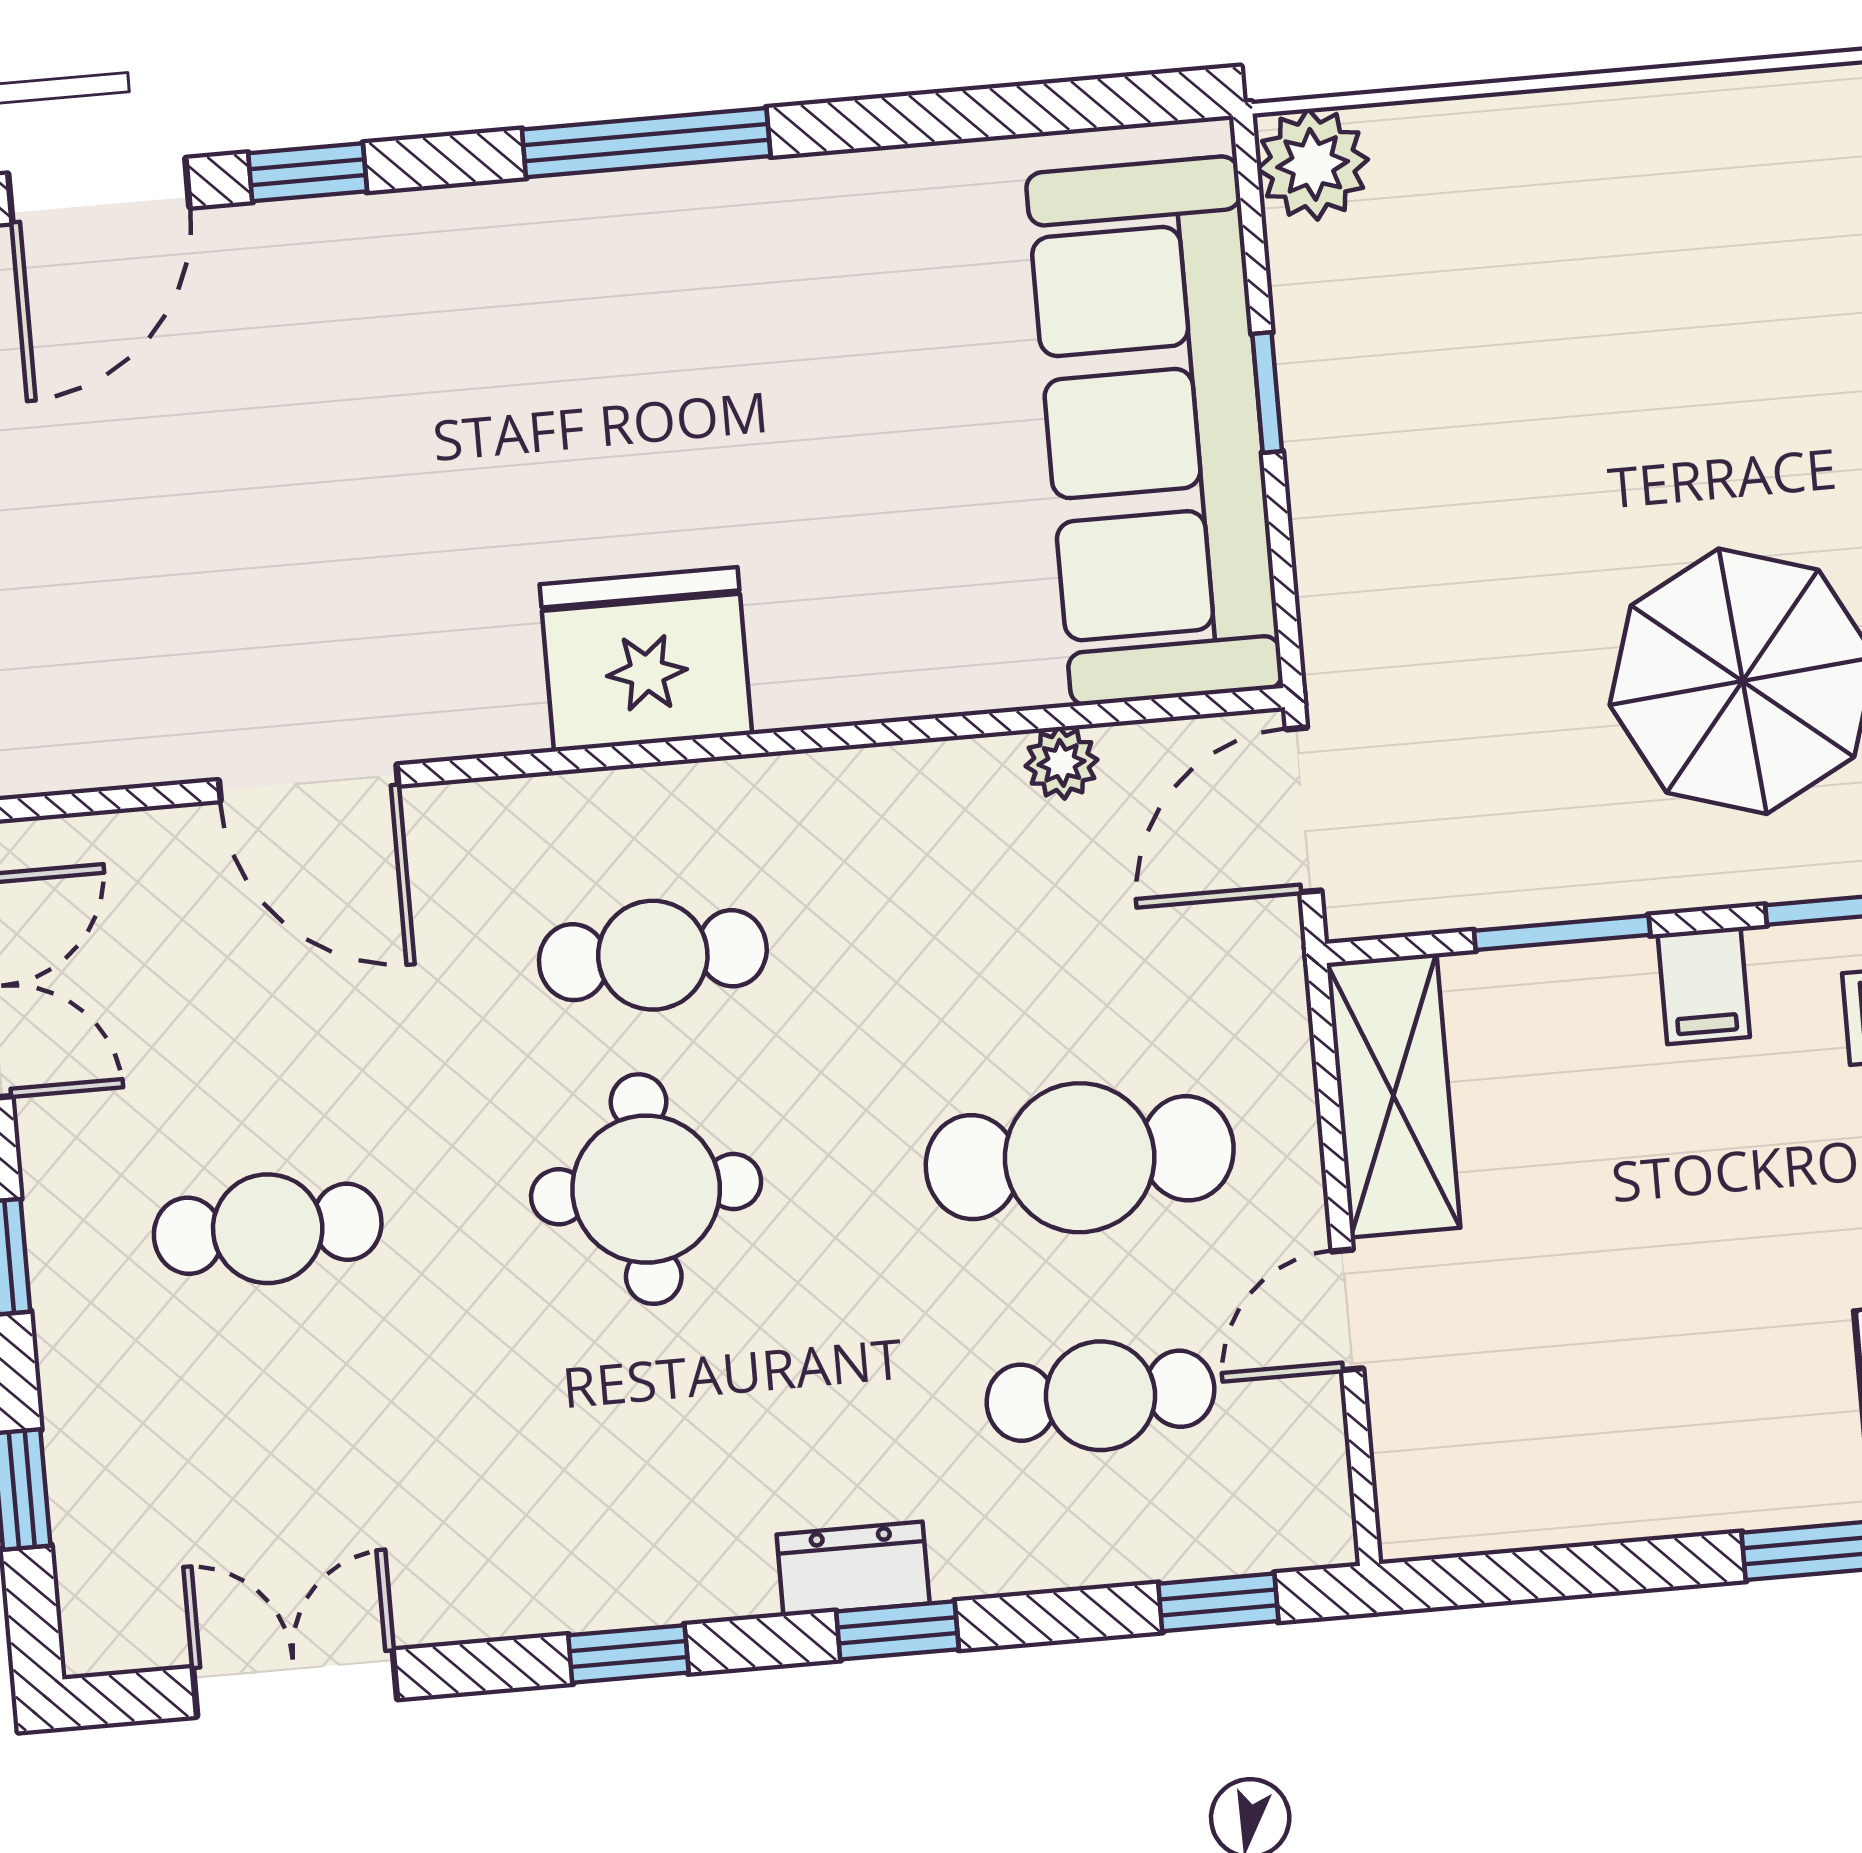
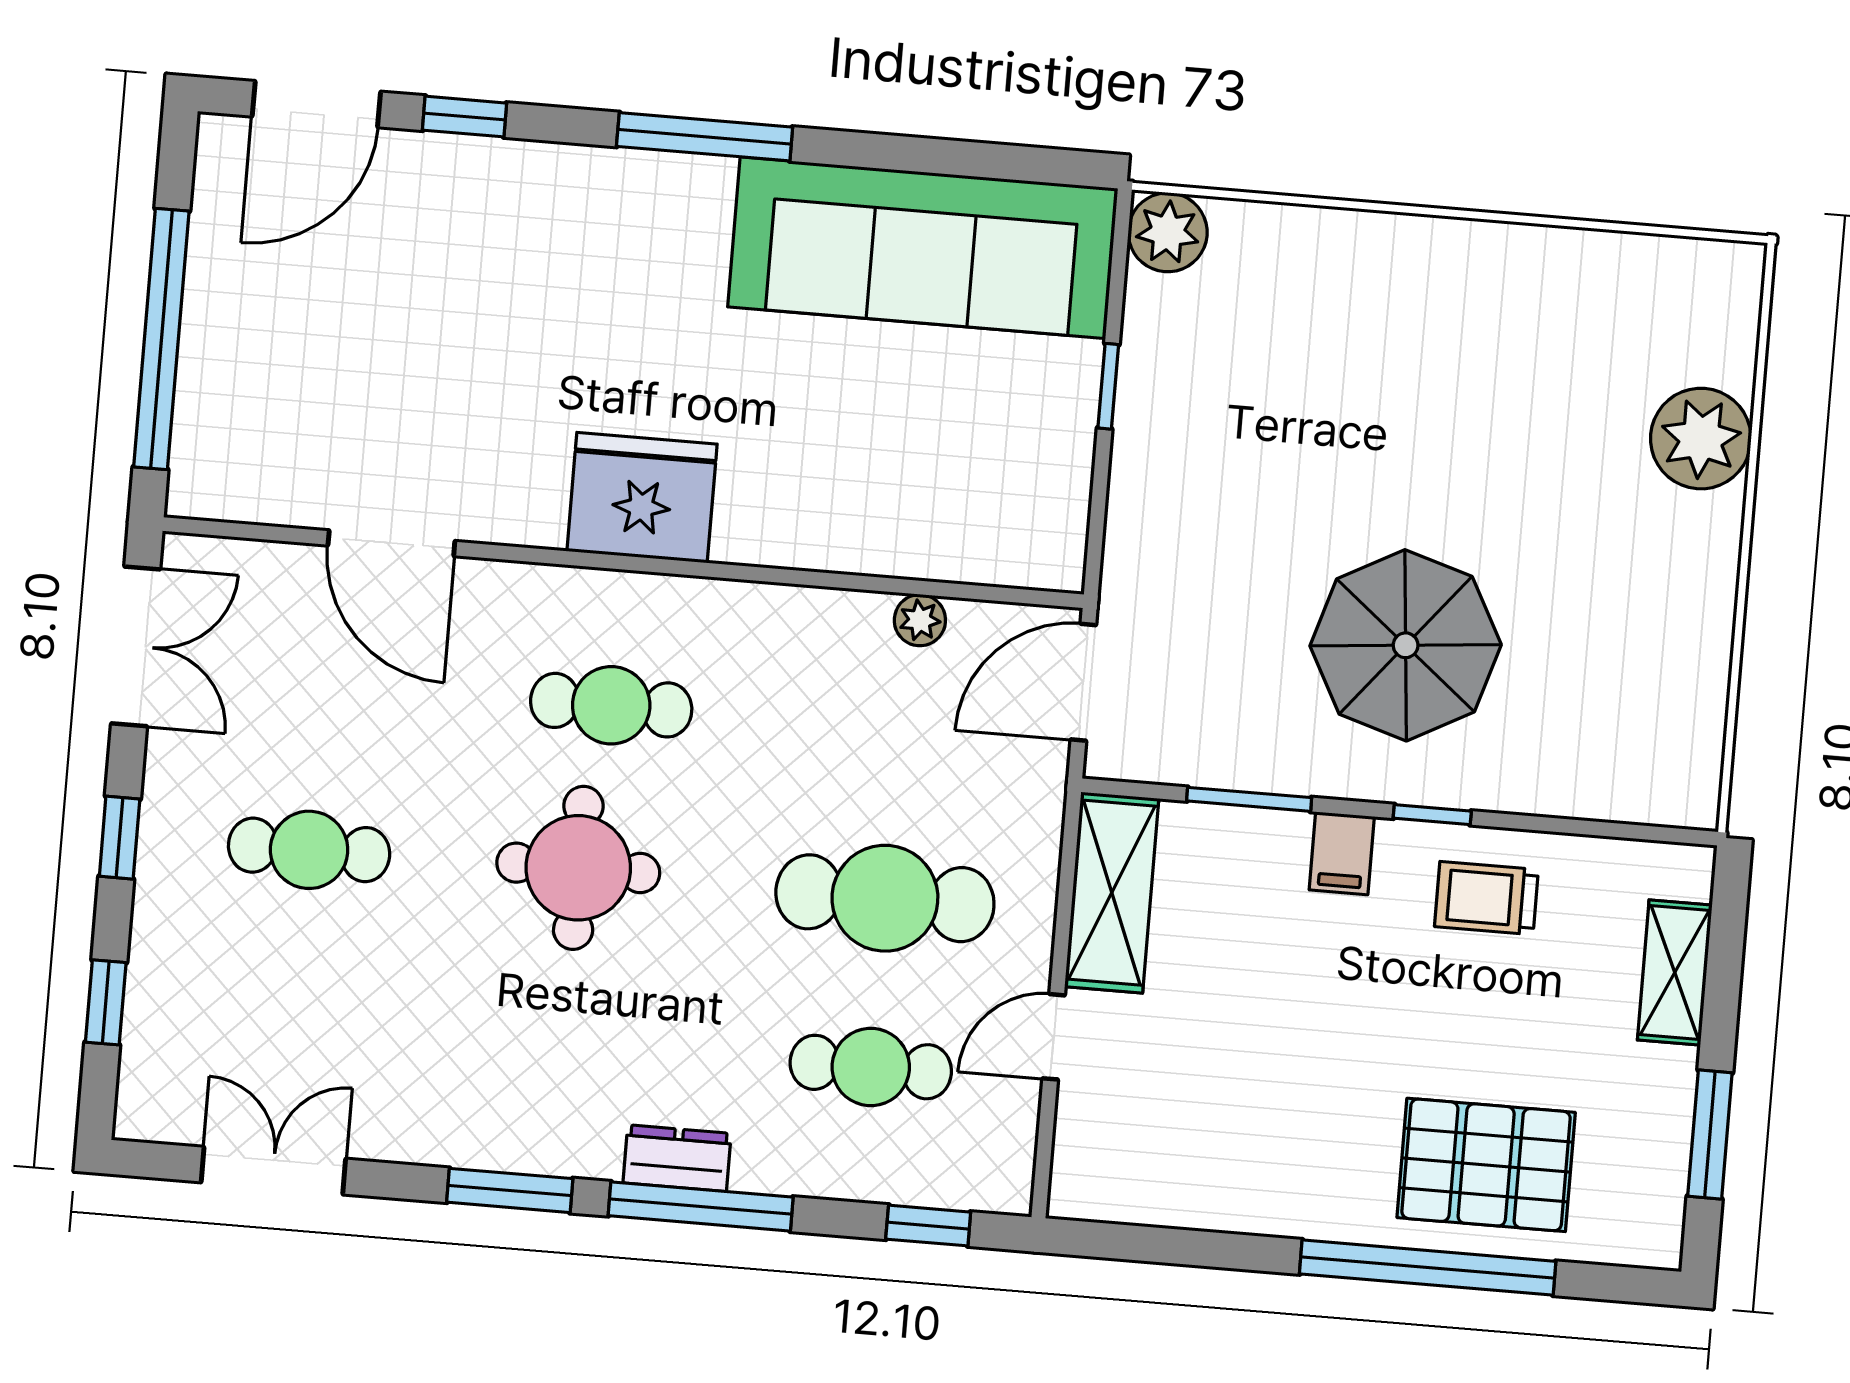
sofa: (1154, 431) -> (923, 248), moved, turned -90
window: (897, 1630) -> (701, 1206), width x2.17
window: (628, 1654) -> (510, 1190), width x1.50

